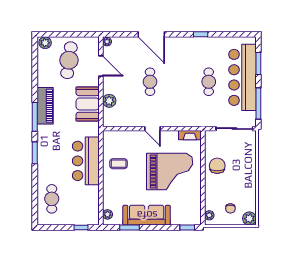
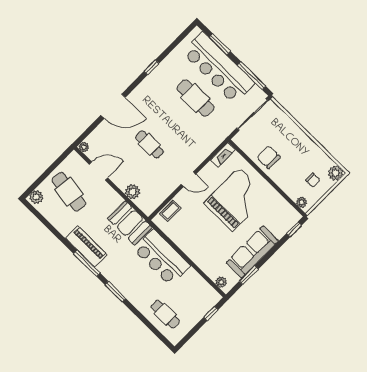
cafe table: (209, 82) -> (195, 98), width x1.37, depth x1.35
booth: (88, 104) -> (130, 223), moved
coffee table: (119, 164) -> (170, 211), moved

